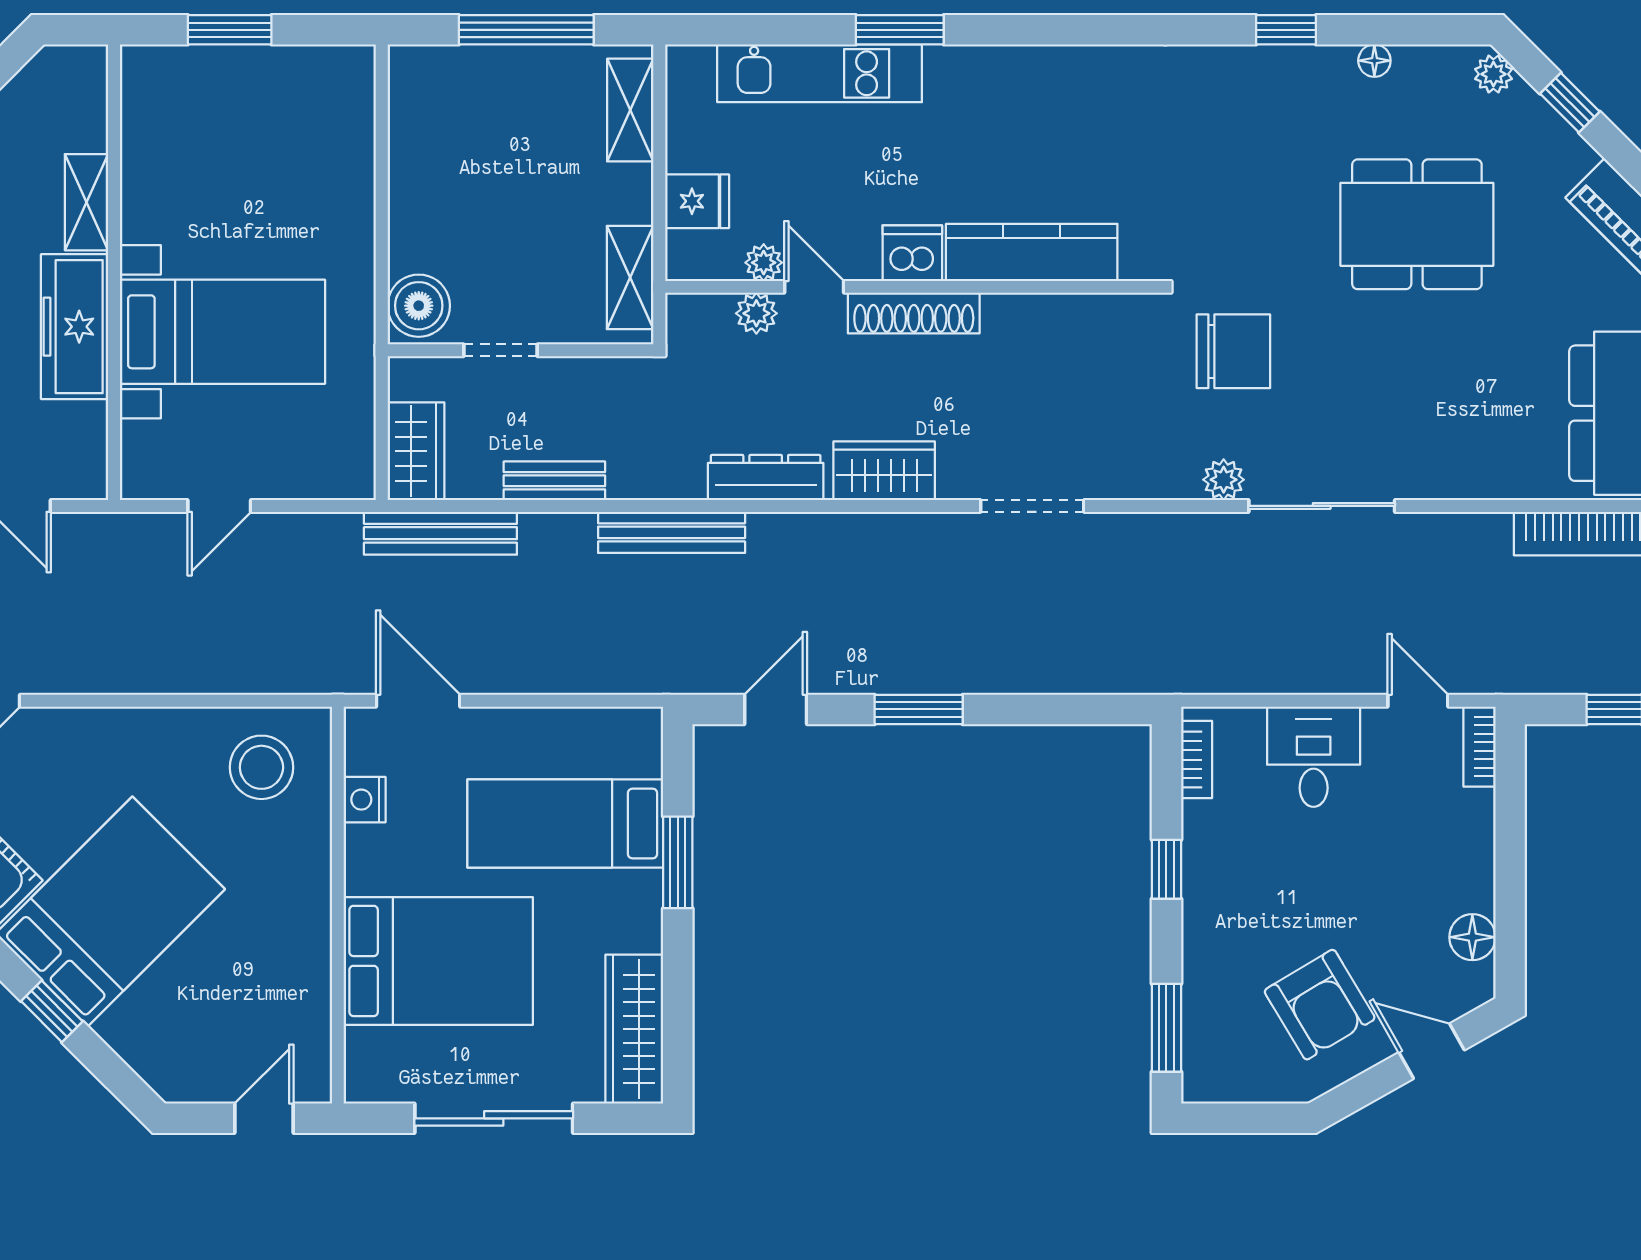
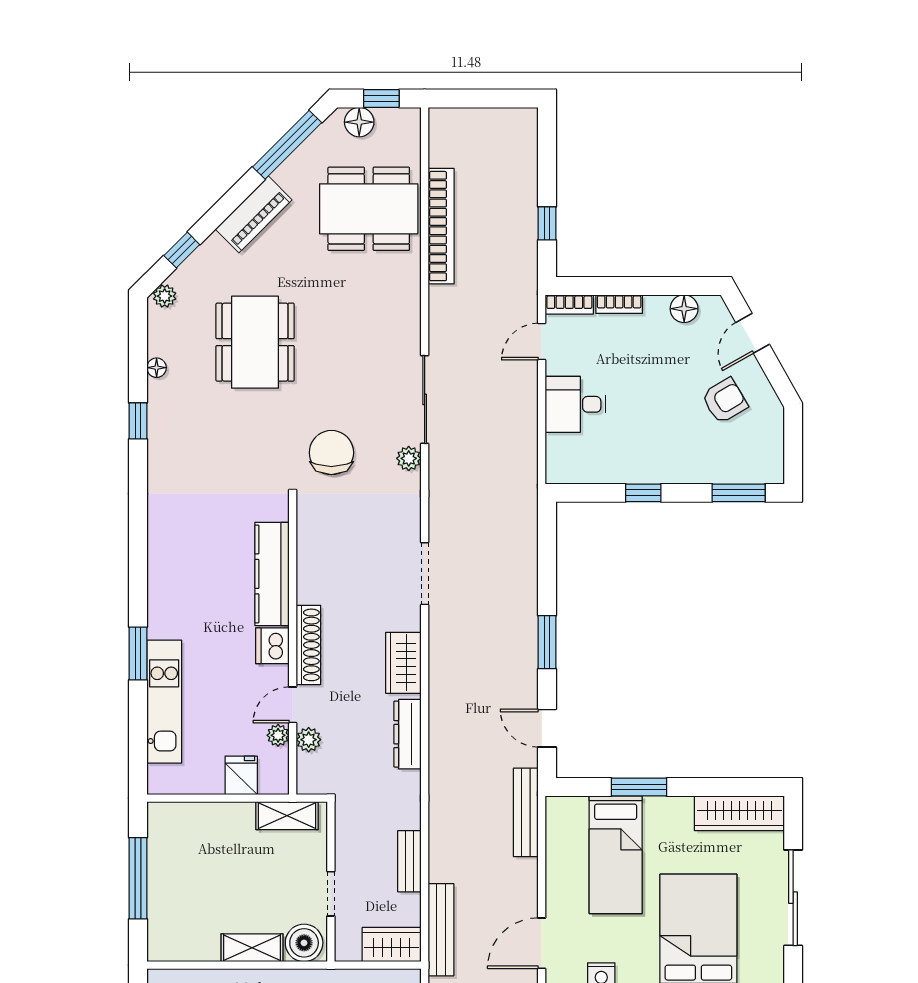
shelving: (630, 110) -> (252, 948), moved
bench: (672, 532) -> (526, 812), moved
bookcase: (1197, 760) -> (619, 304), moved, turned 180
armchair: (1320, 1005) -> (725, 401), width x0.72, depth x0.72

